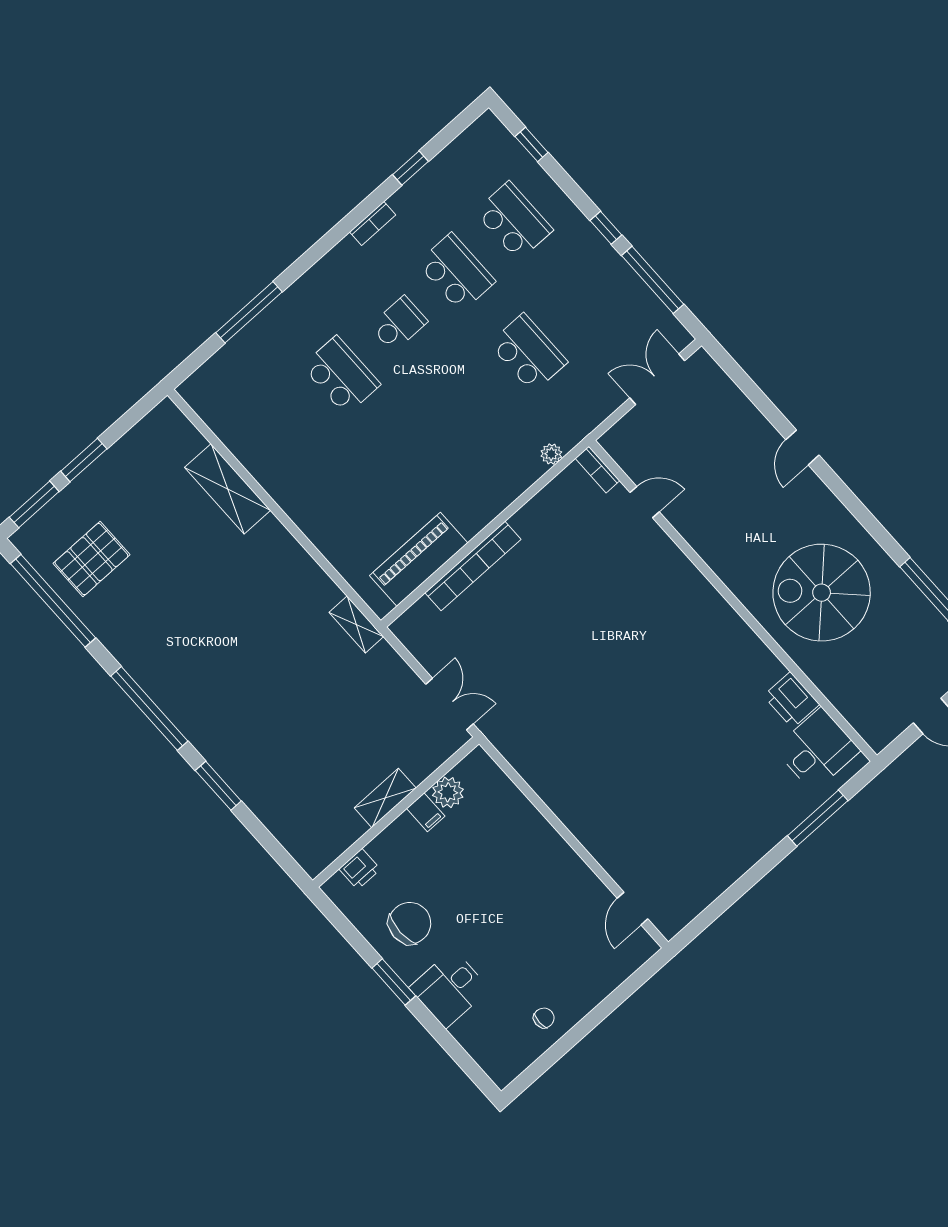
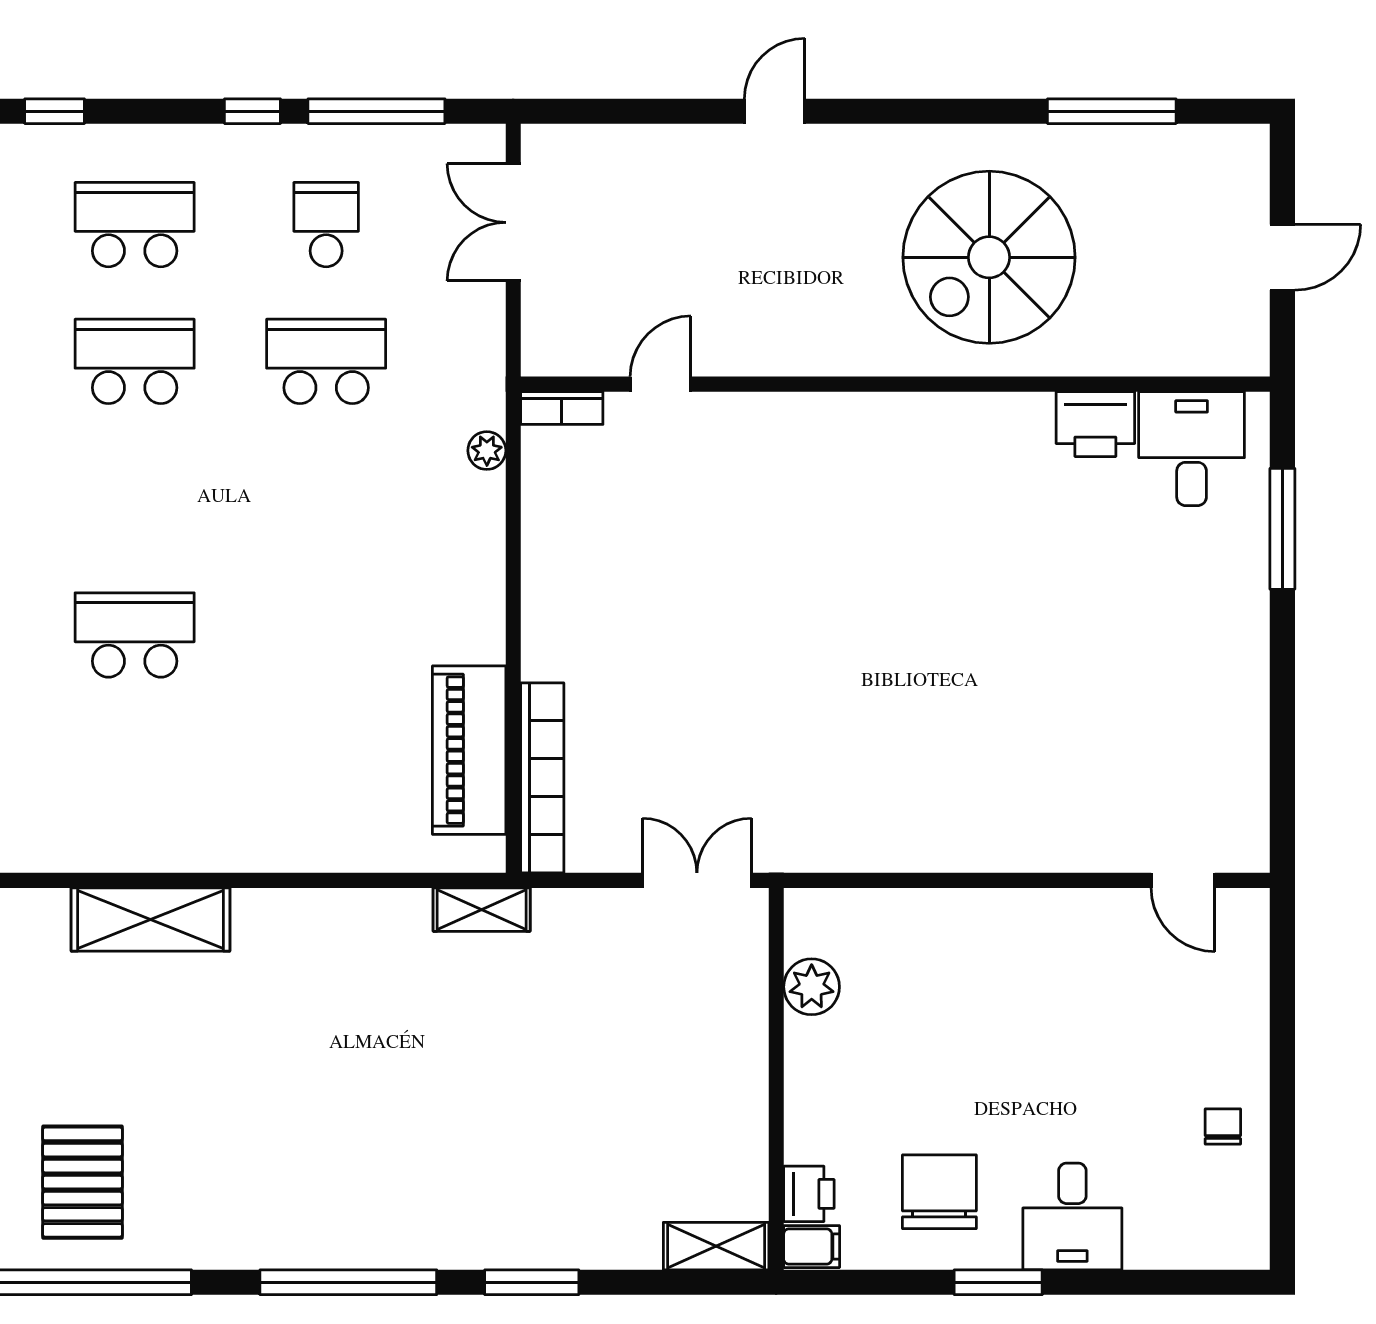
school desk: (399, 324) -> (326, 225), moved
door: (802, 447) -> (775, 111), swing flipped
bookcase: (473, 566) -> (542, 778), moved
shelving: (385, 798) -> (716, 1246), moved, turned 90
filing cabinet: (426, 812) -> (812, 1247), moved

